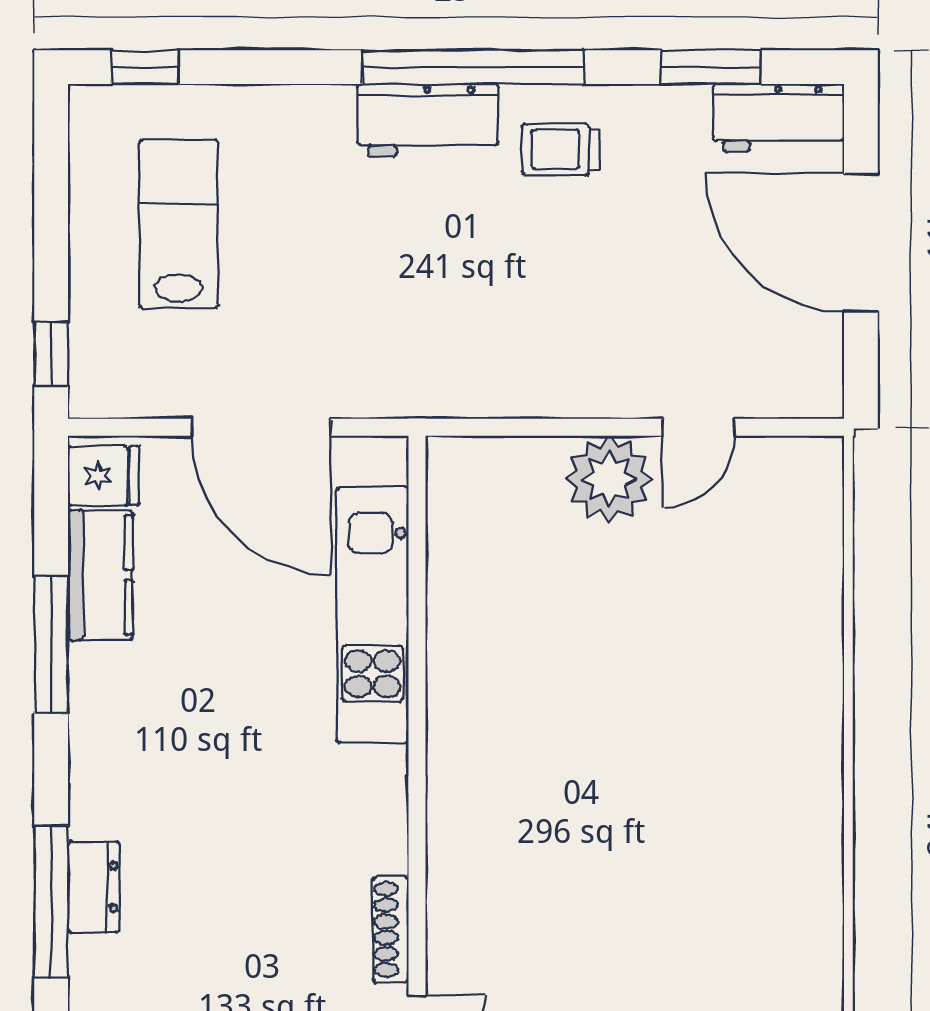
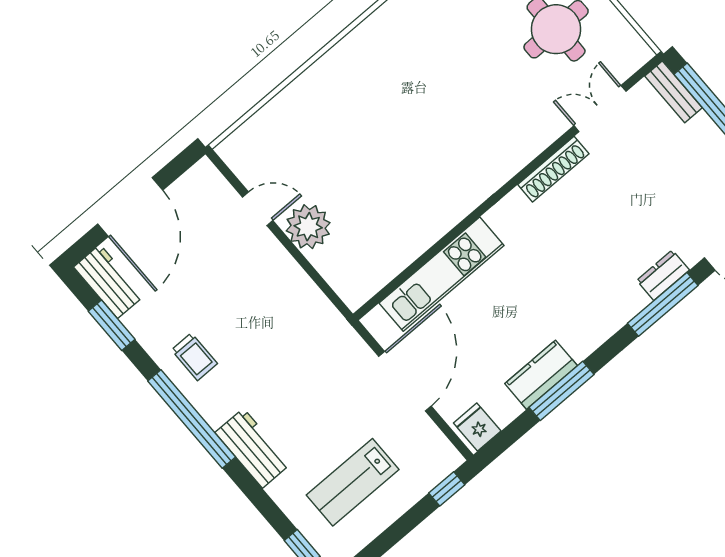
workbench: (428, 120) -> (253, 448), moved
kitchen counter: (100, 575) -> (541, 375), moved
dresser: (94, 887) -> (663, 275), moved
shoe rack: (391, 930) -> (553, 169), width x1.36, depth x1.24

